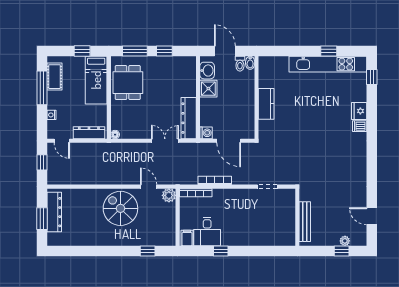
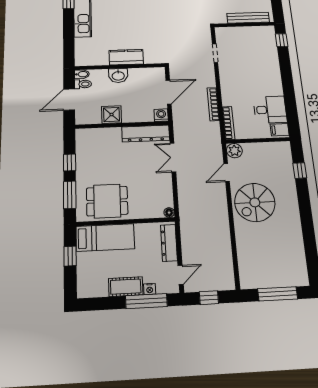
washbasin: (207, 71) -> (118, 76), moved, turned 180
cot: (55, 77) -> (126, 287), moved
window: (42, 88) -> (146, 301), moved
dresser: (54, 212) -> (268, 279), removed
window: (42, 219) -> (278, 294), width x1.44
window: (221, 251) -> (282, 40), moved

